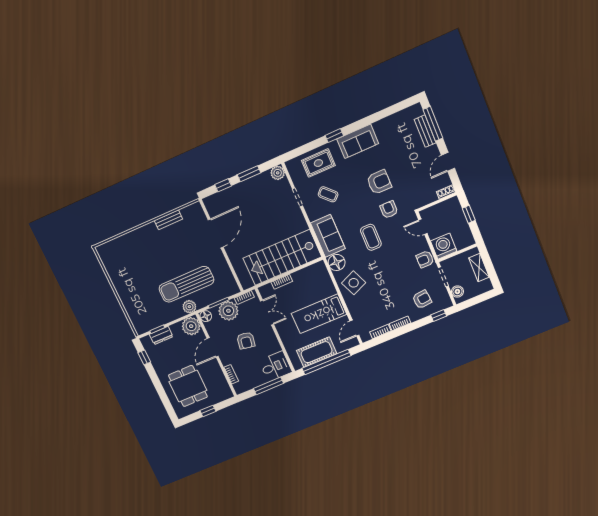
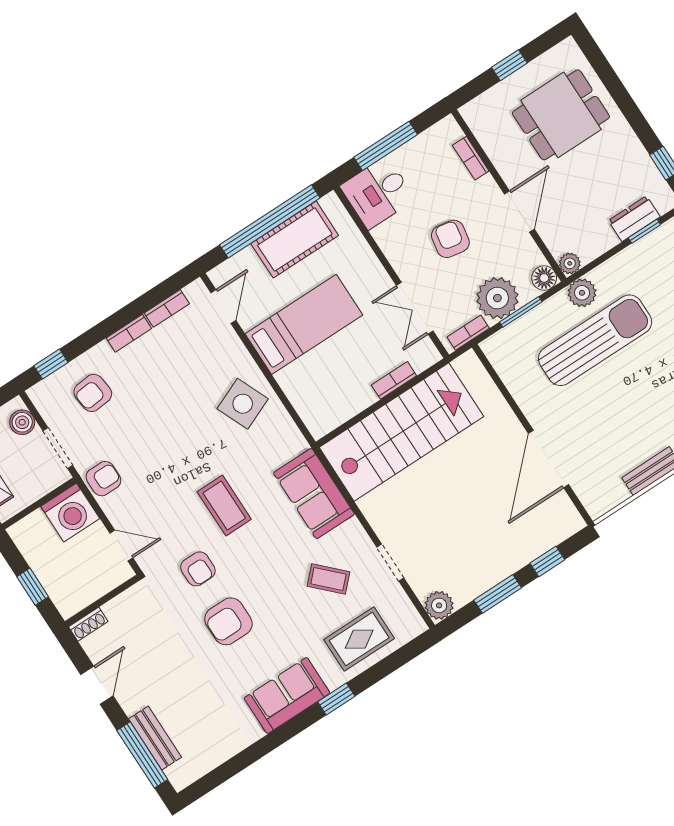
floor lamp: (337, 262) -> (286, 441), removed
plant: (191, 326) -> (570, 263), width x0.53, depth x0.53
dining table: (188, 386) -> (561, 115), turned 90

